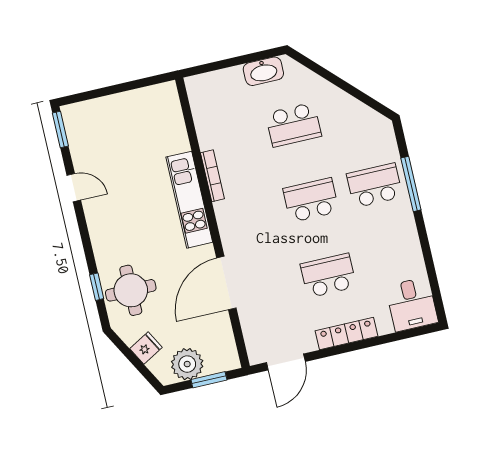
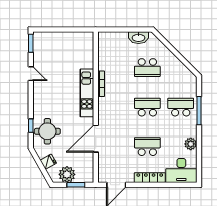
plant: (410, 251) -> (191, 144), added
desk: (412, 304) -> (181, 170), width x1.37

